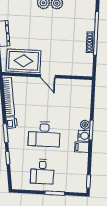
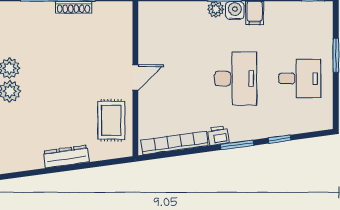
rug: (24, 61) -> (111, 120), width x0.73, depth x0.70

